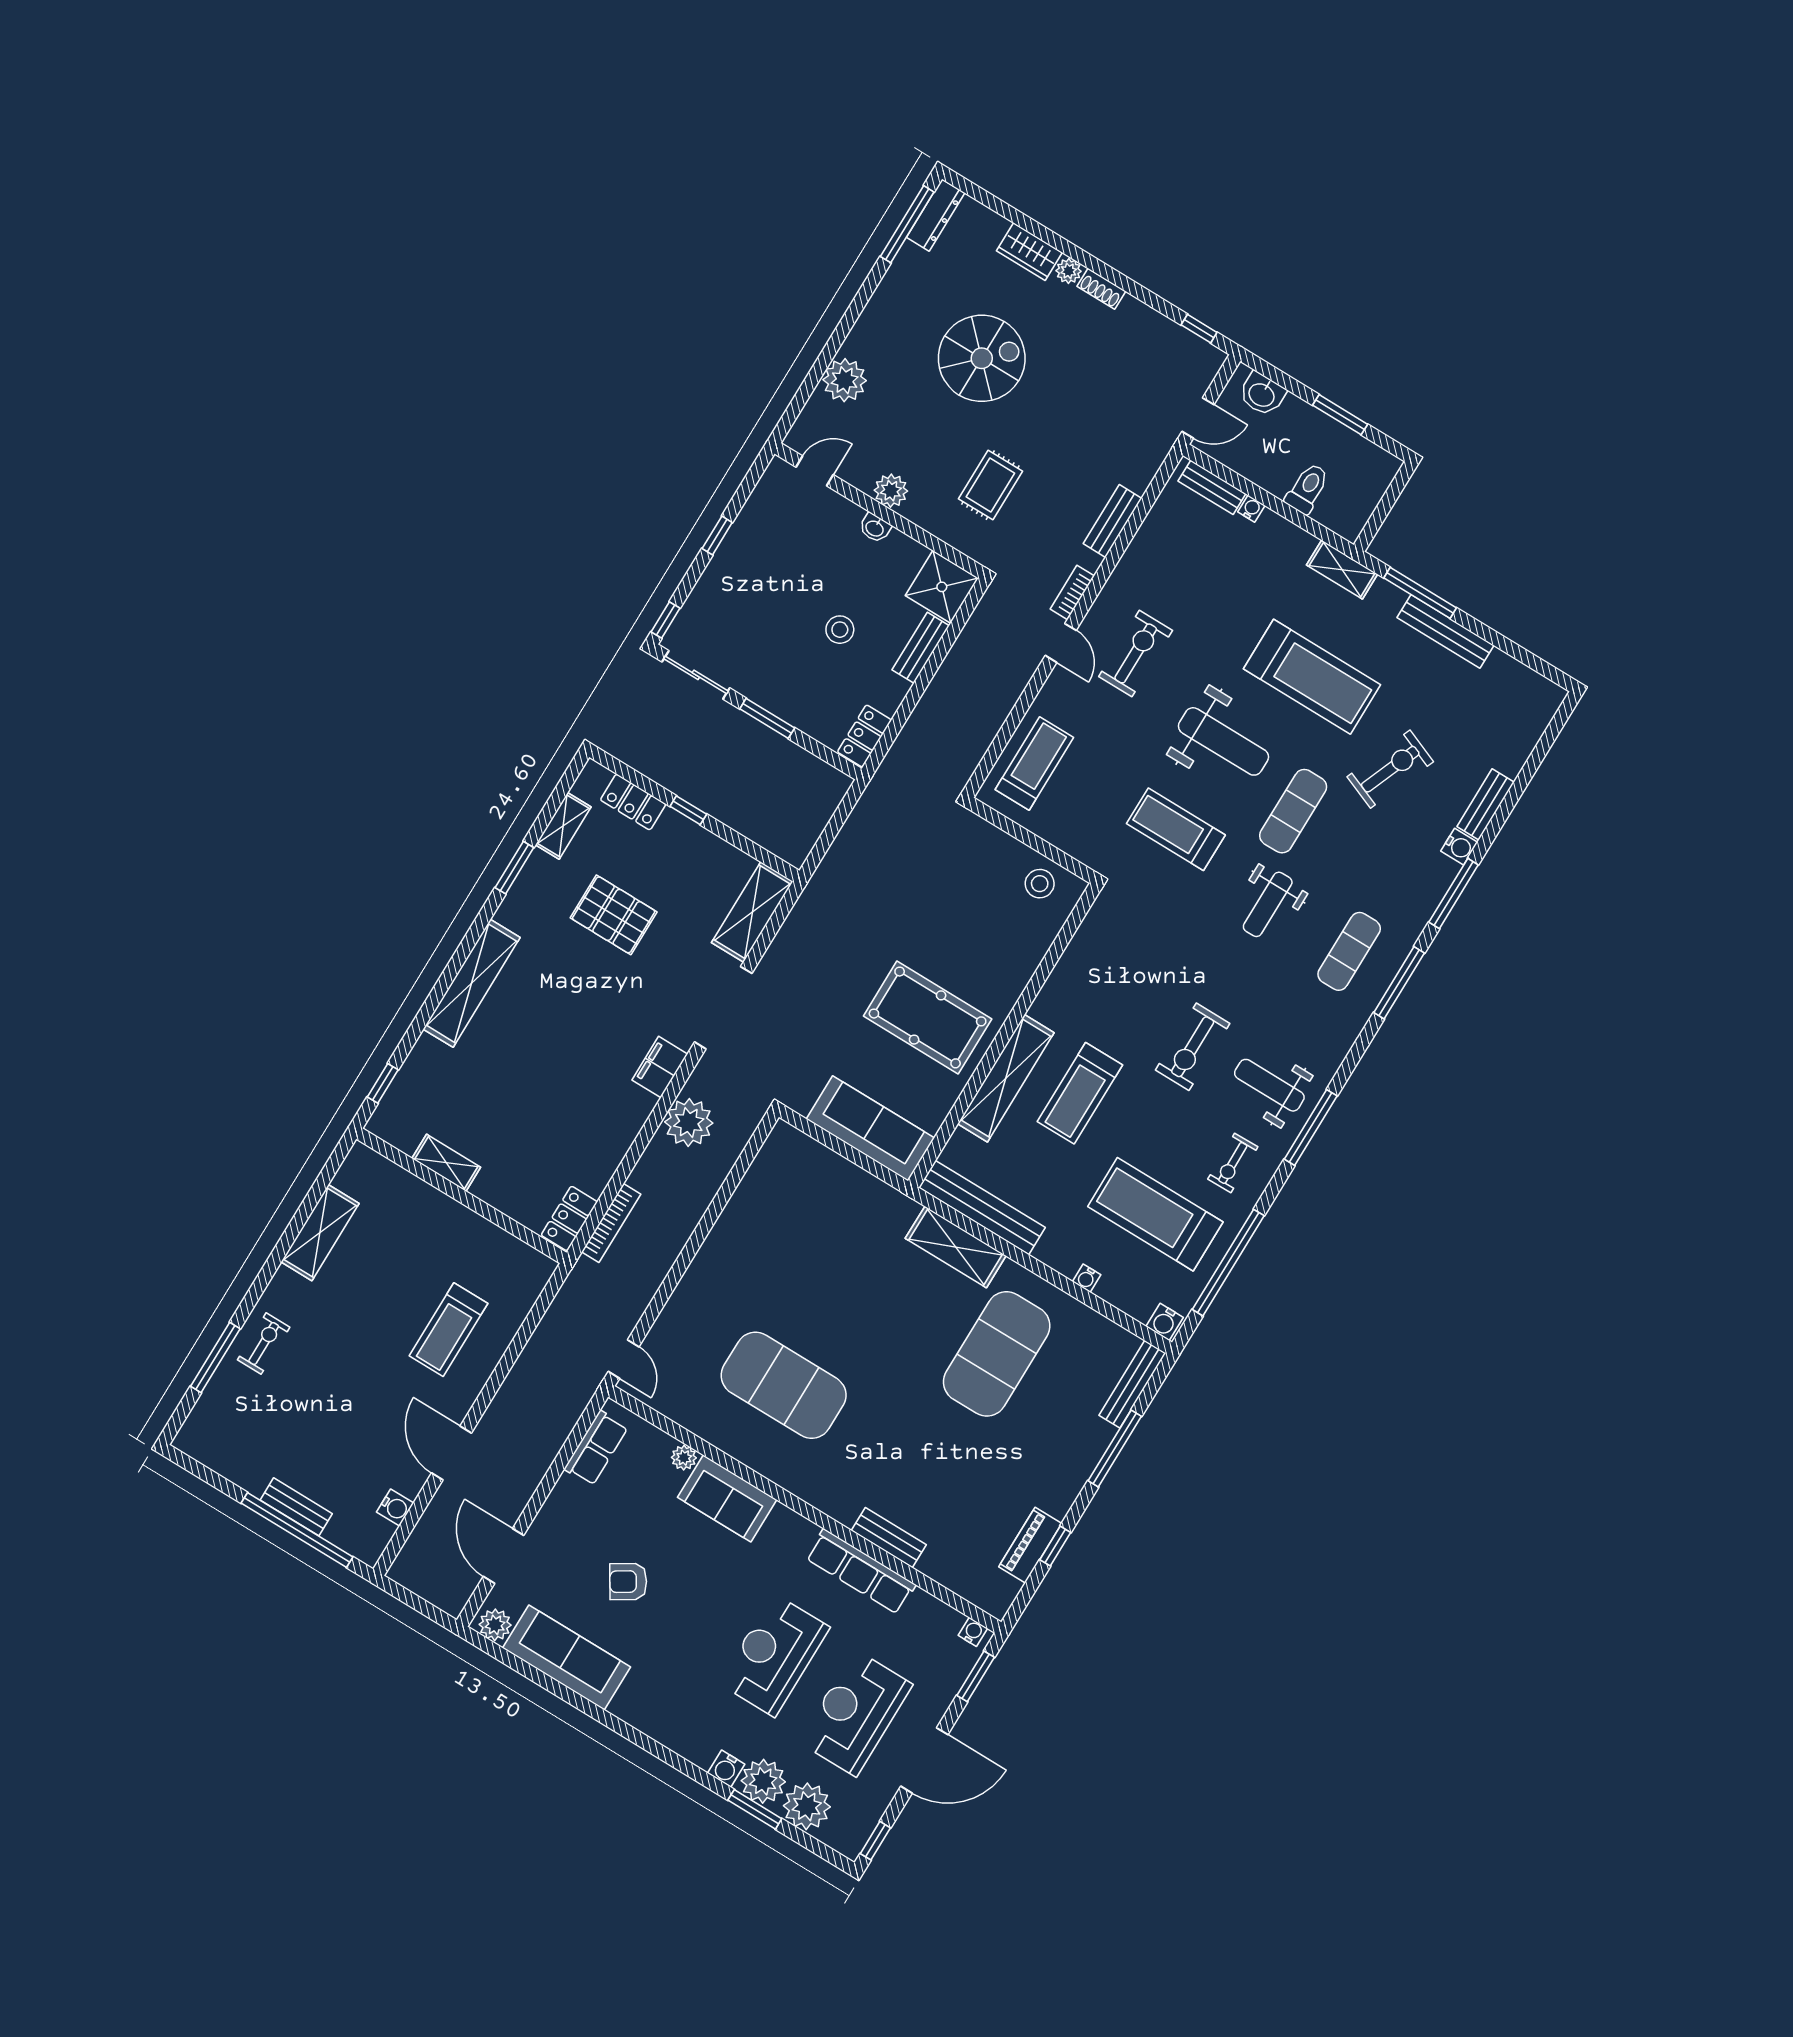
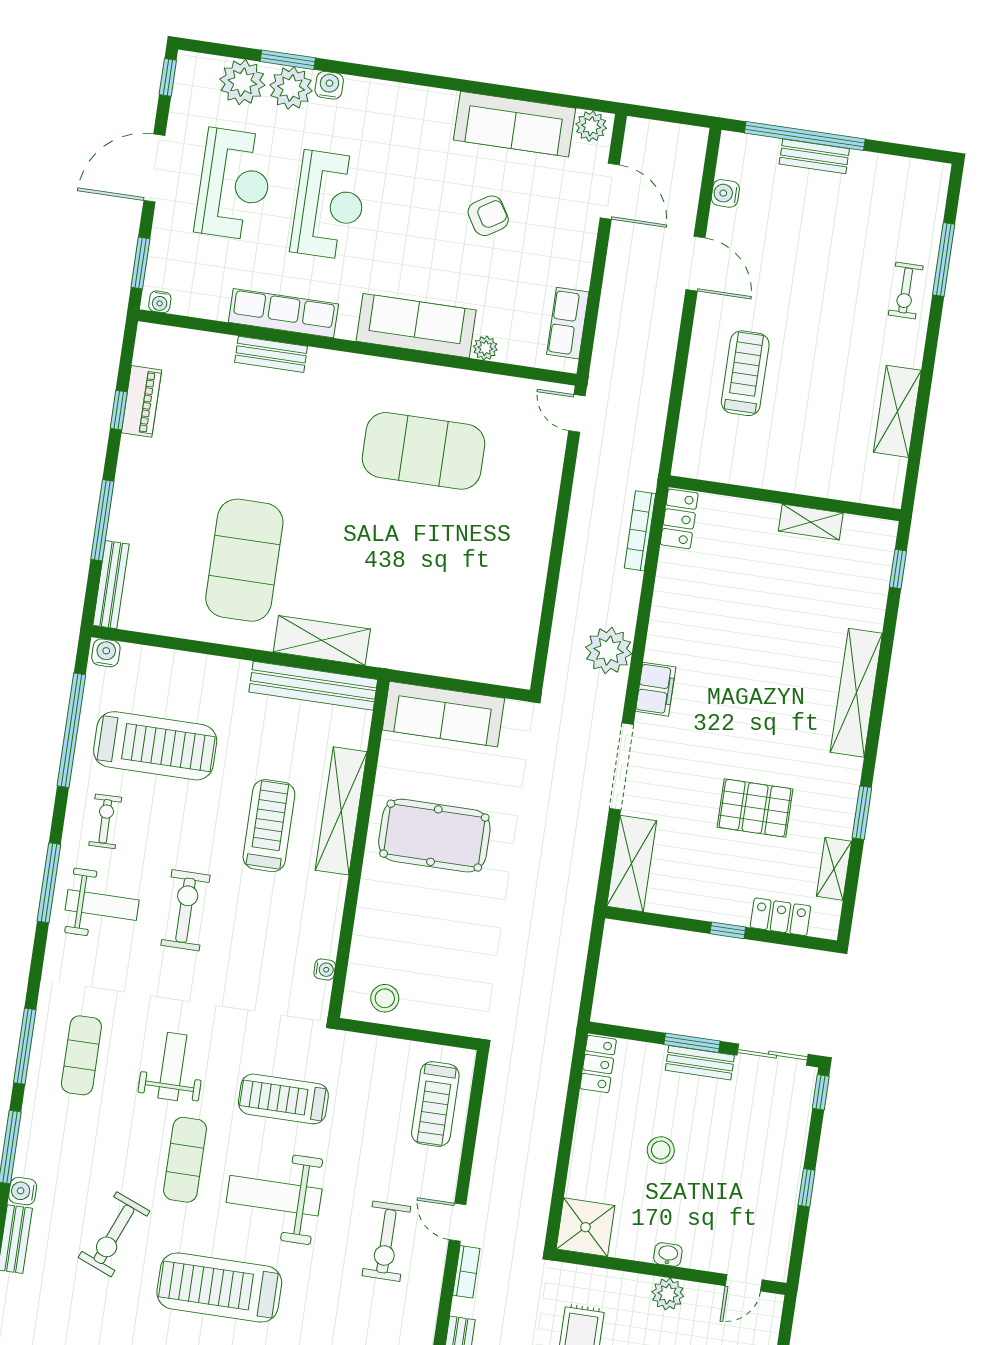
bench: (921, 648) -> (700, 1063), moved, turned 90
treadmill: (1176, 829) -> (283, 1099), turned 180
water cooler: (1087, 1278) -> (325, 969), moved, turned 90
sofa: (727, 1498) -> (416, 326), width x1.36

